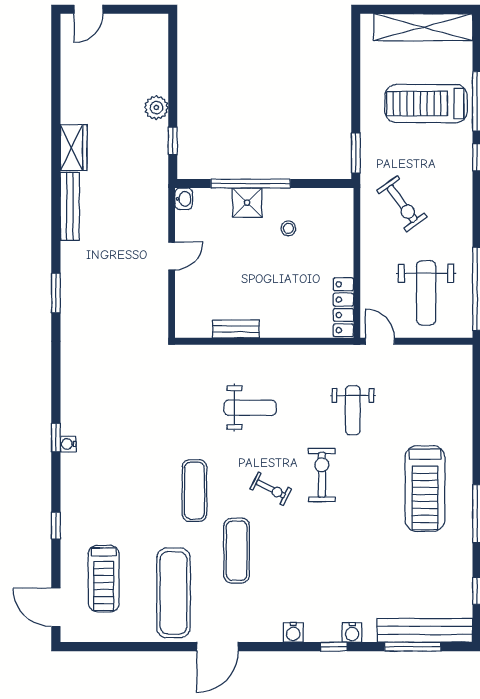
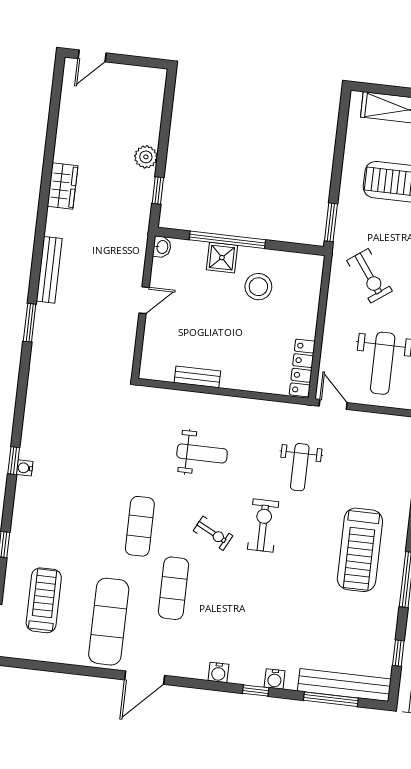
bench: (70, 206) -> (49, 270), moved
stool: (288, 228) -> (258, 287), width x1.89, depth x1.89
treadmill: (104, 579) -> (44, 600), turned 180

